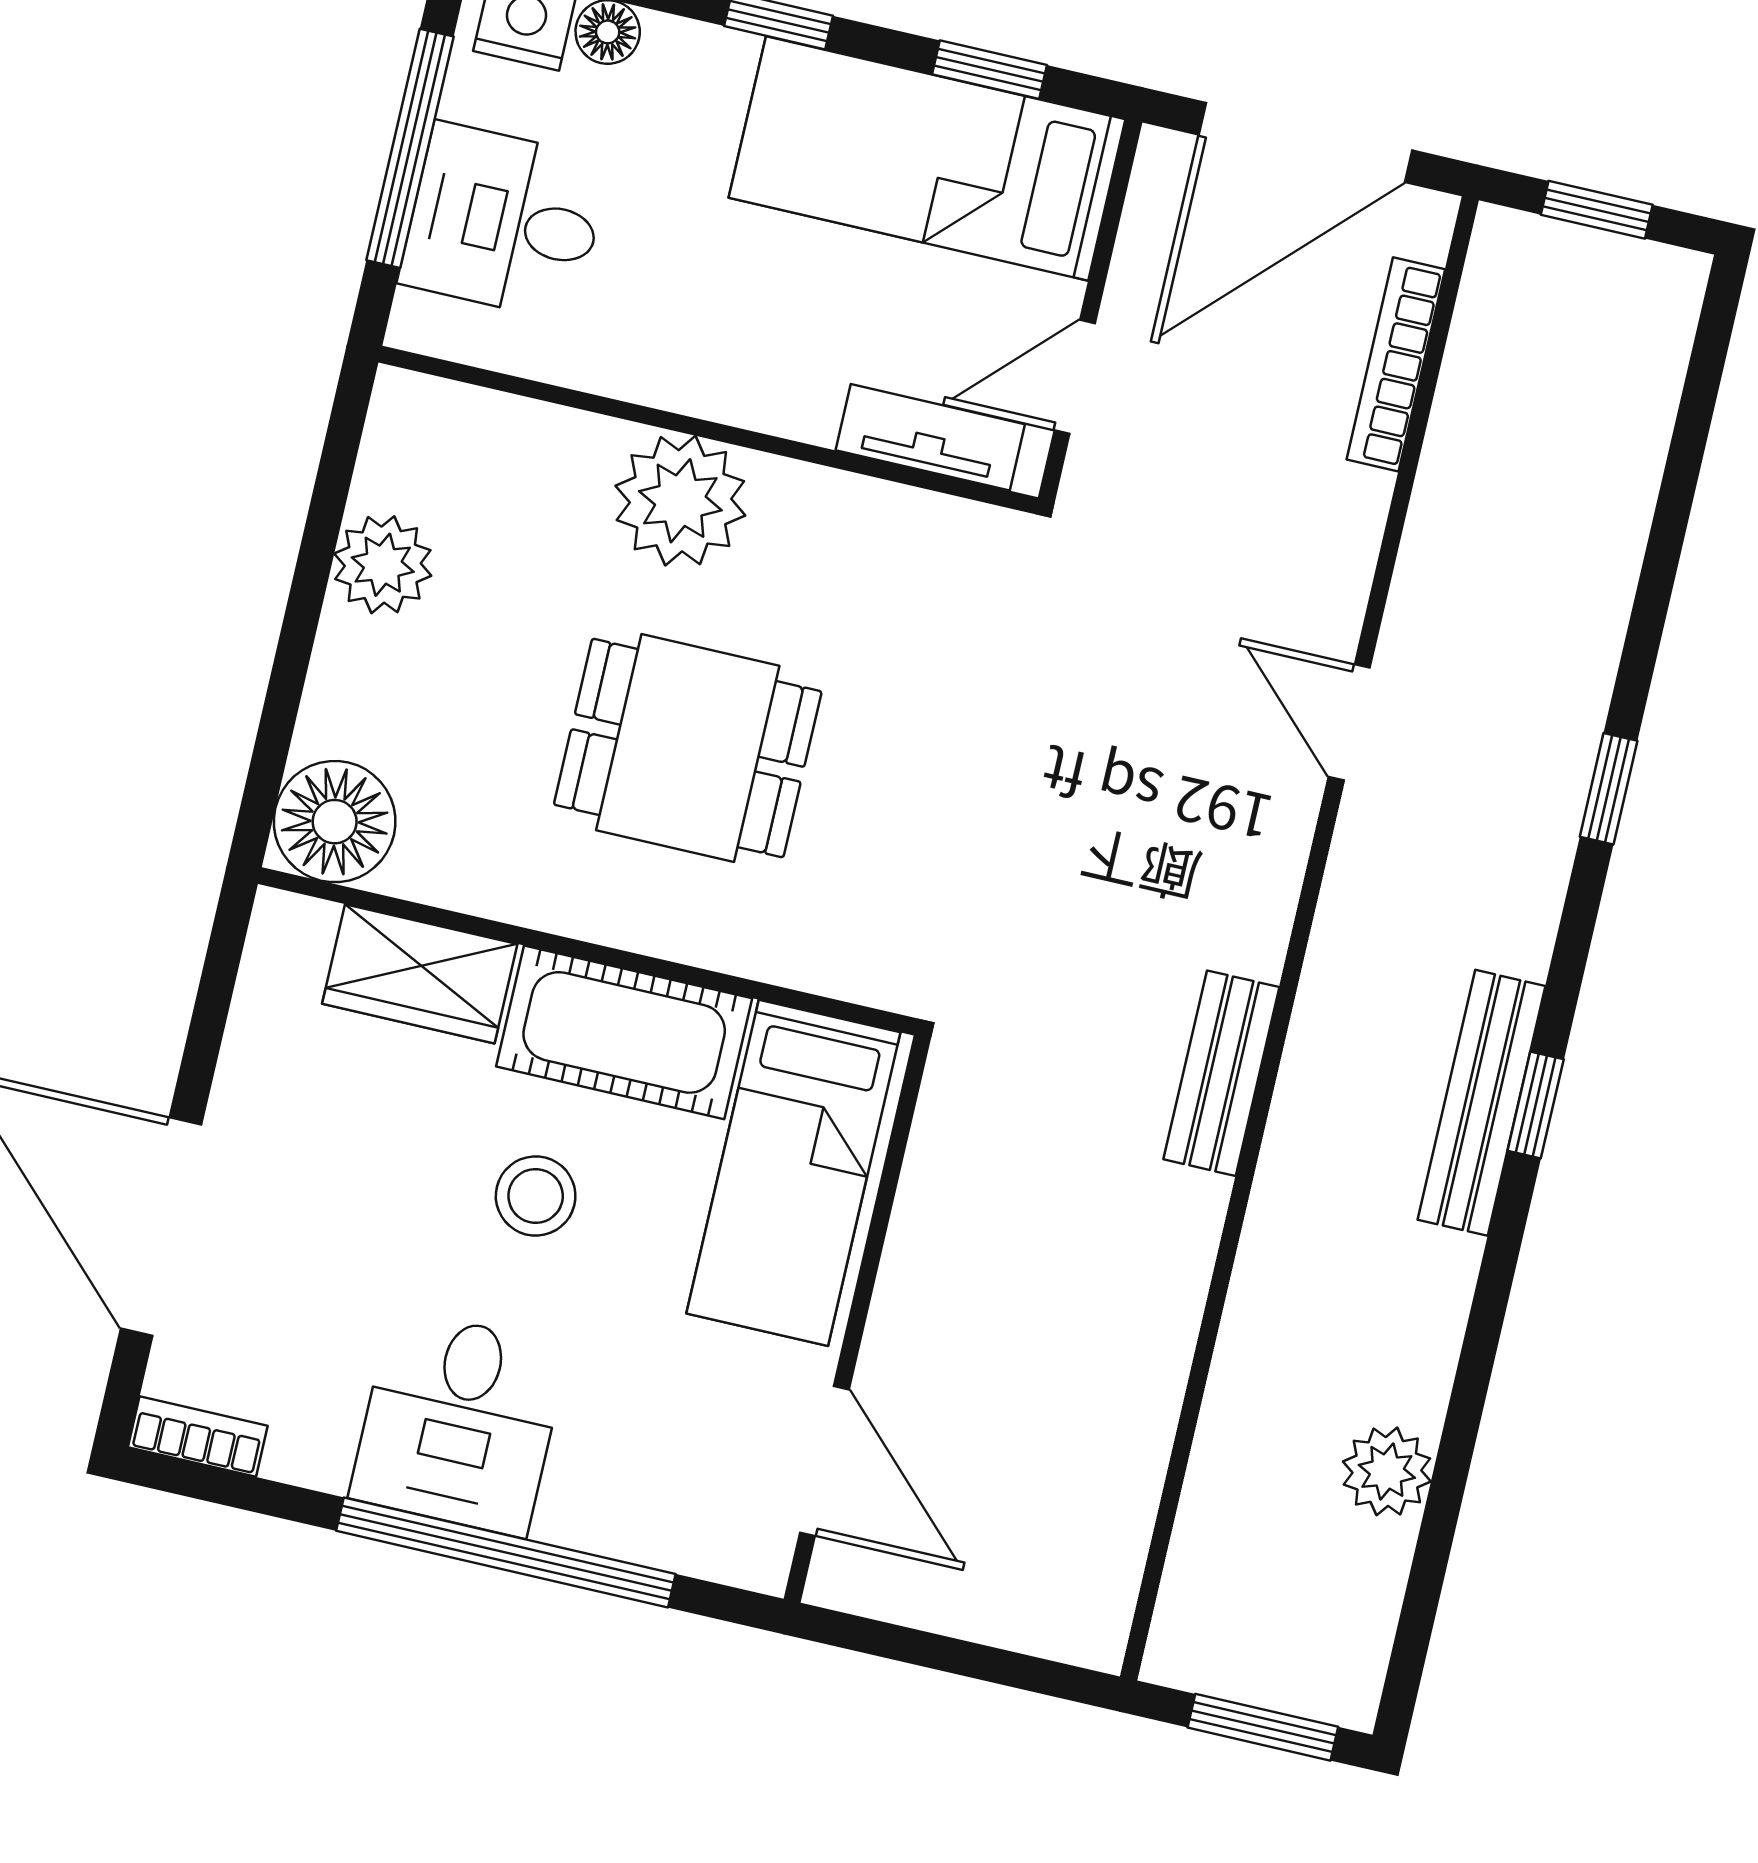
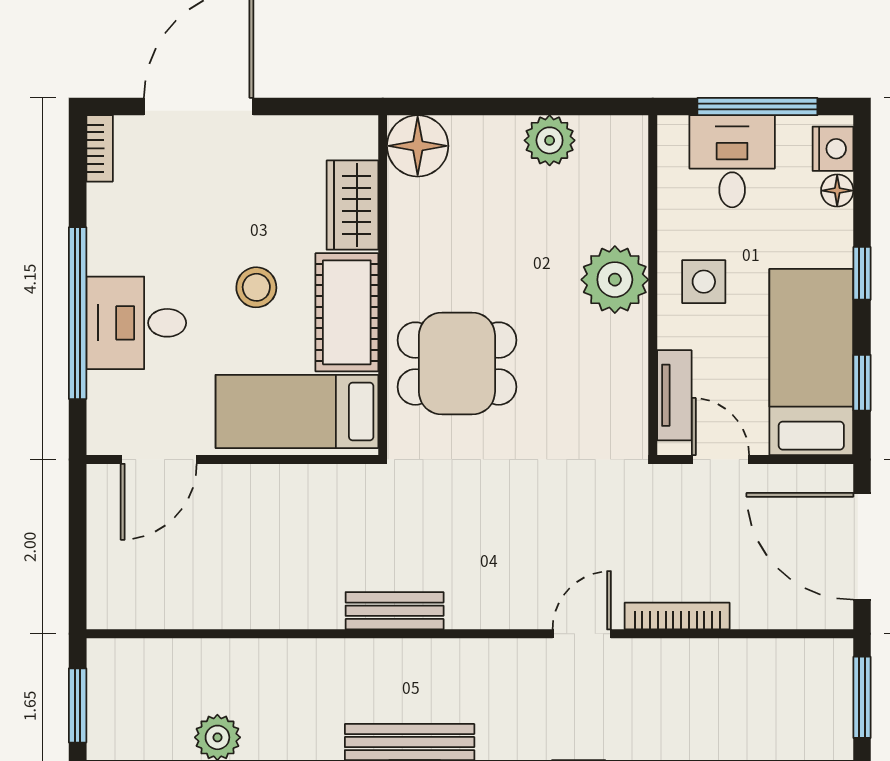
window: (1597, 210) -> (862, 697), width x1.50
side table: (724, 330) -> (704, 282), added
bookcase: (1396, 364) -> (677, 616), moved
dining table: (688, 748) -> (457, 364), moved, turned 90
desk: (459, 1422) -> (136, 323), moved

